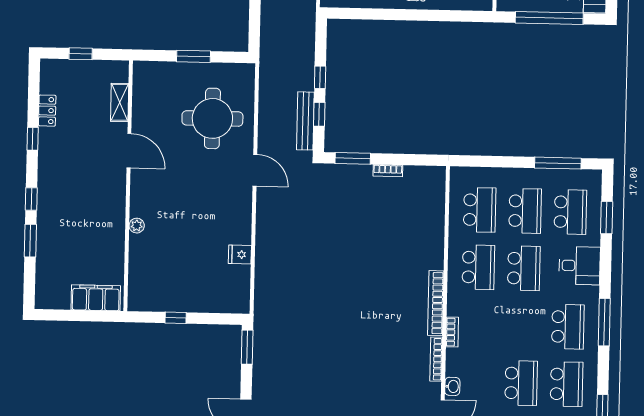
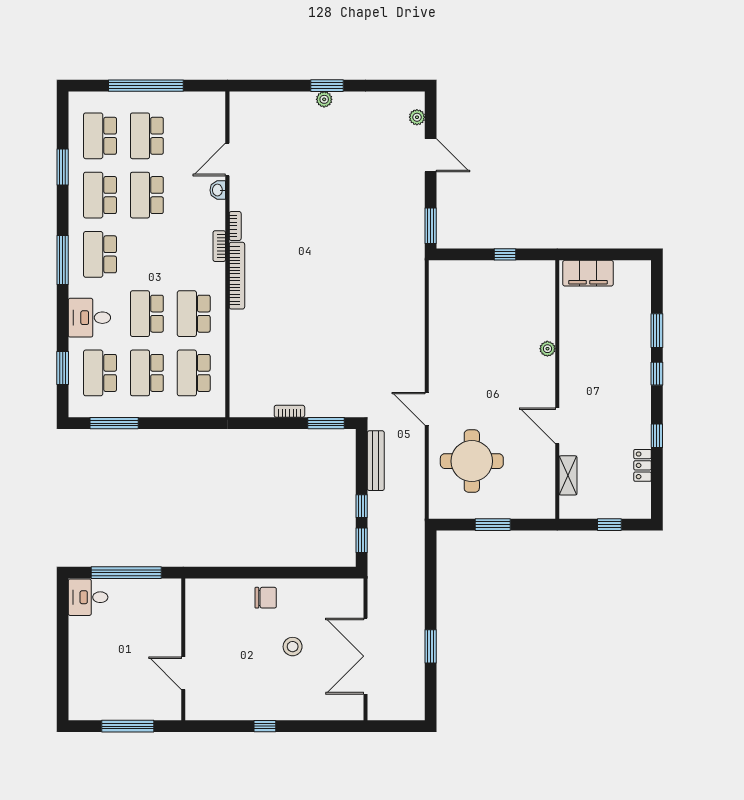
window: (319, 114) -> (362, 540), moved
fridge: (240, 255) -> (440, 321), removed
bookcase: (436, 359) -> (235, 226), width x0.64

